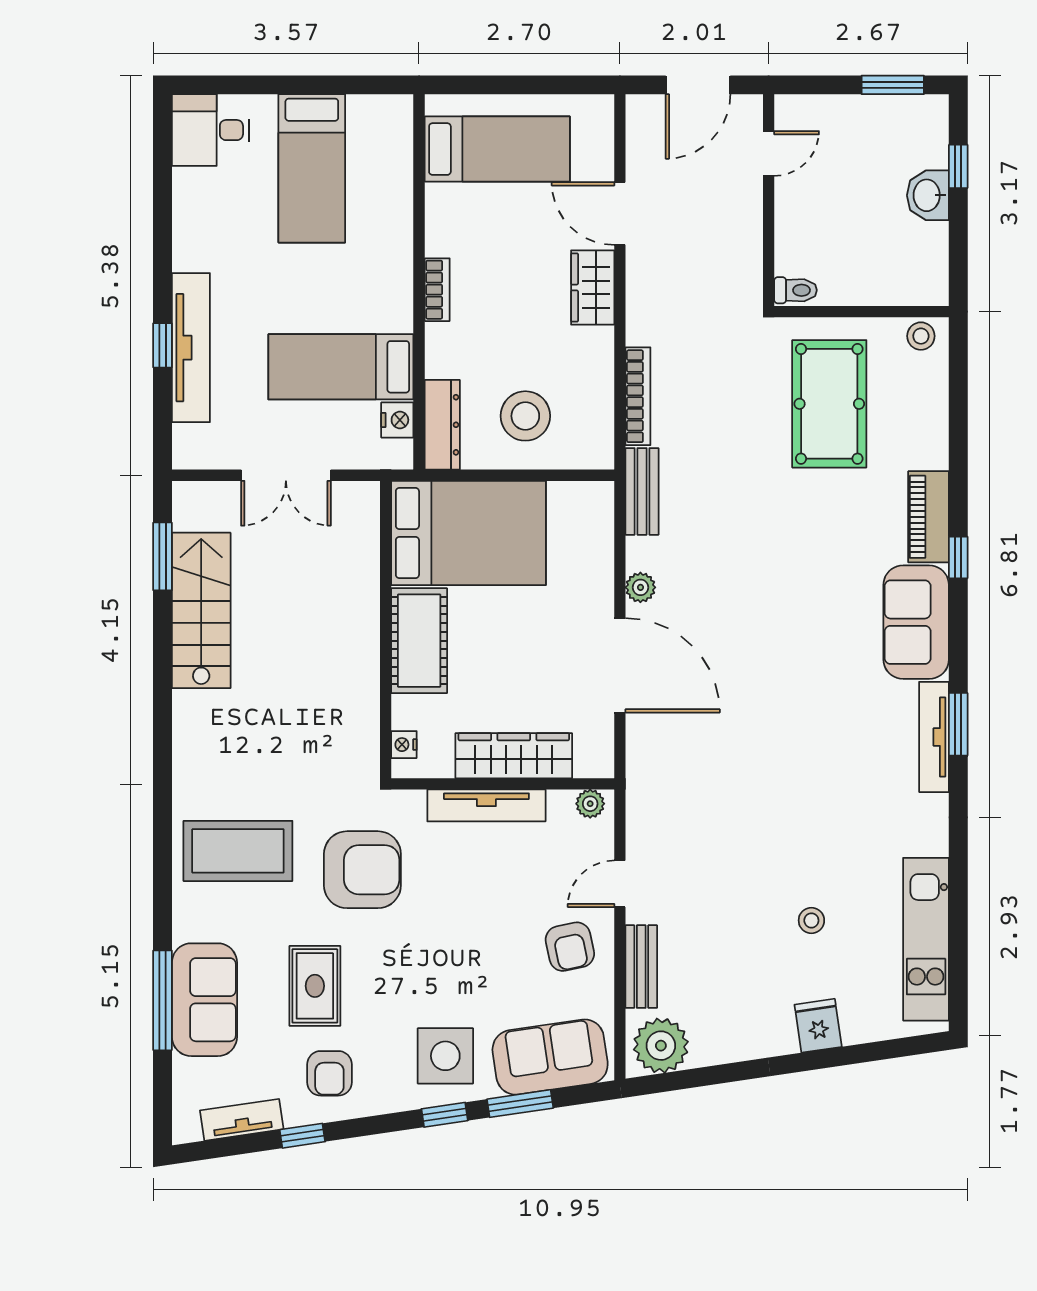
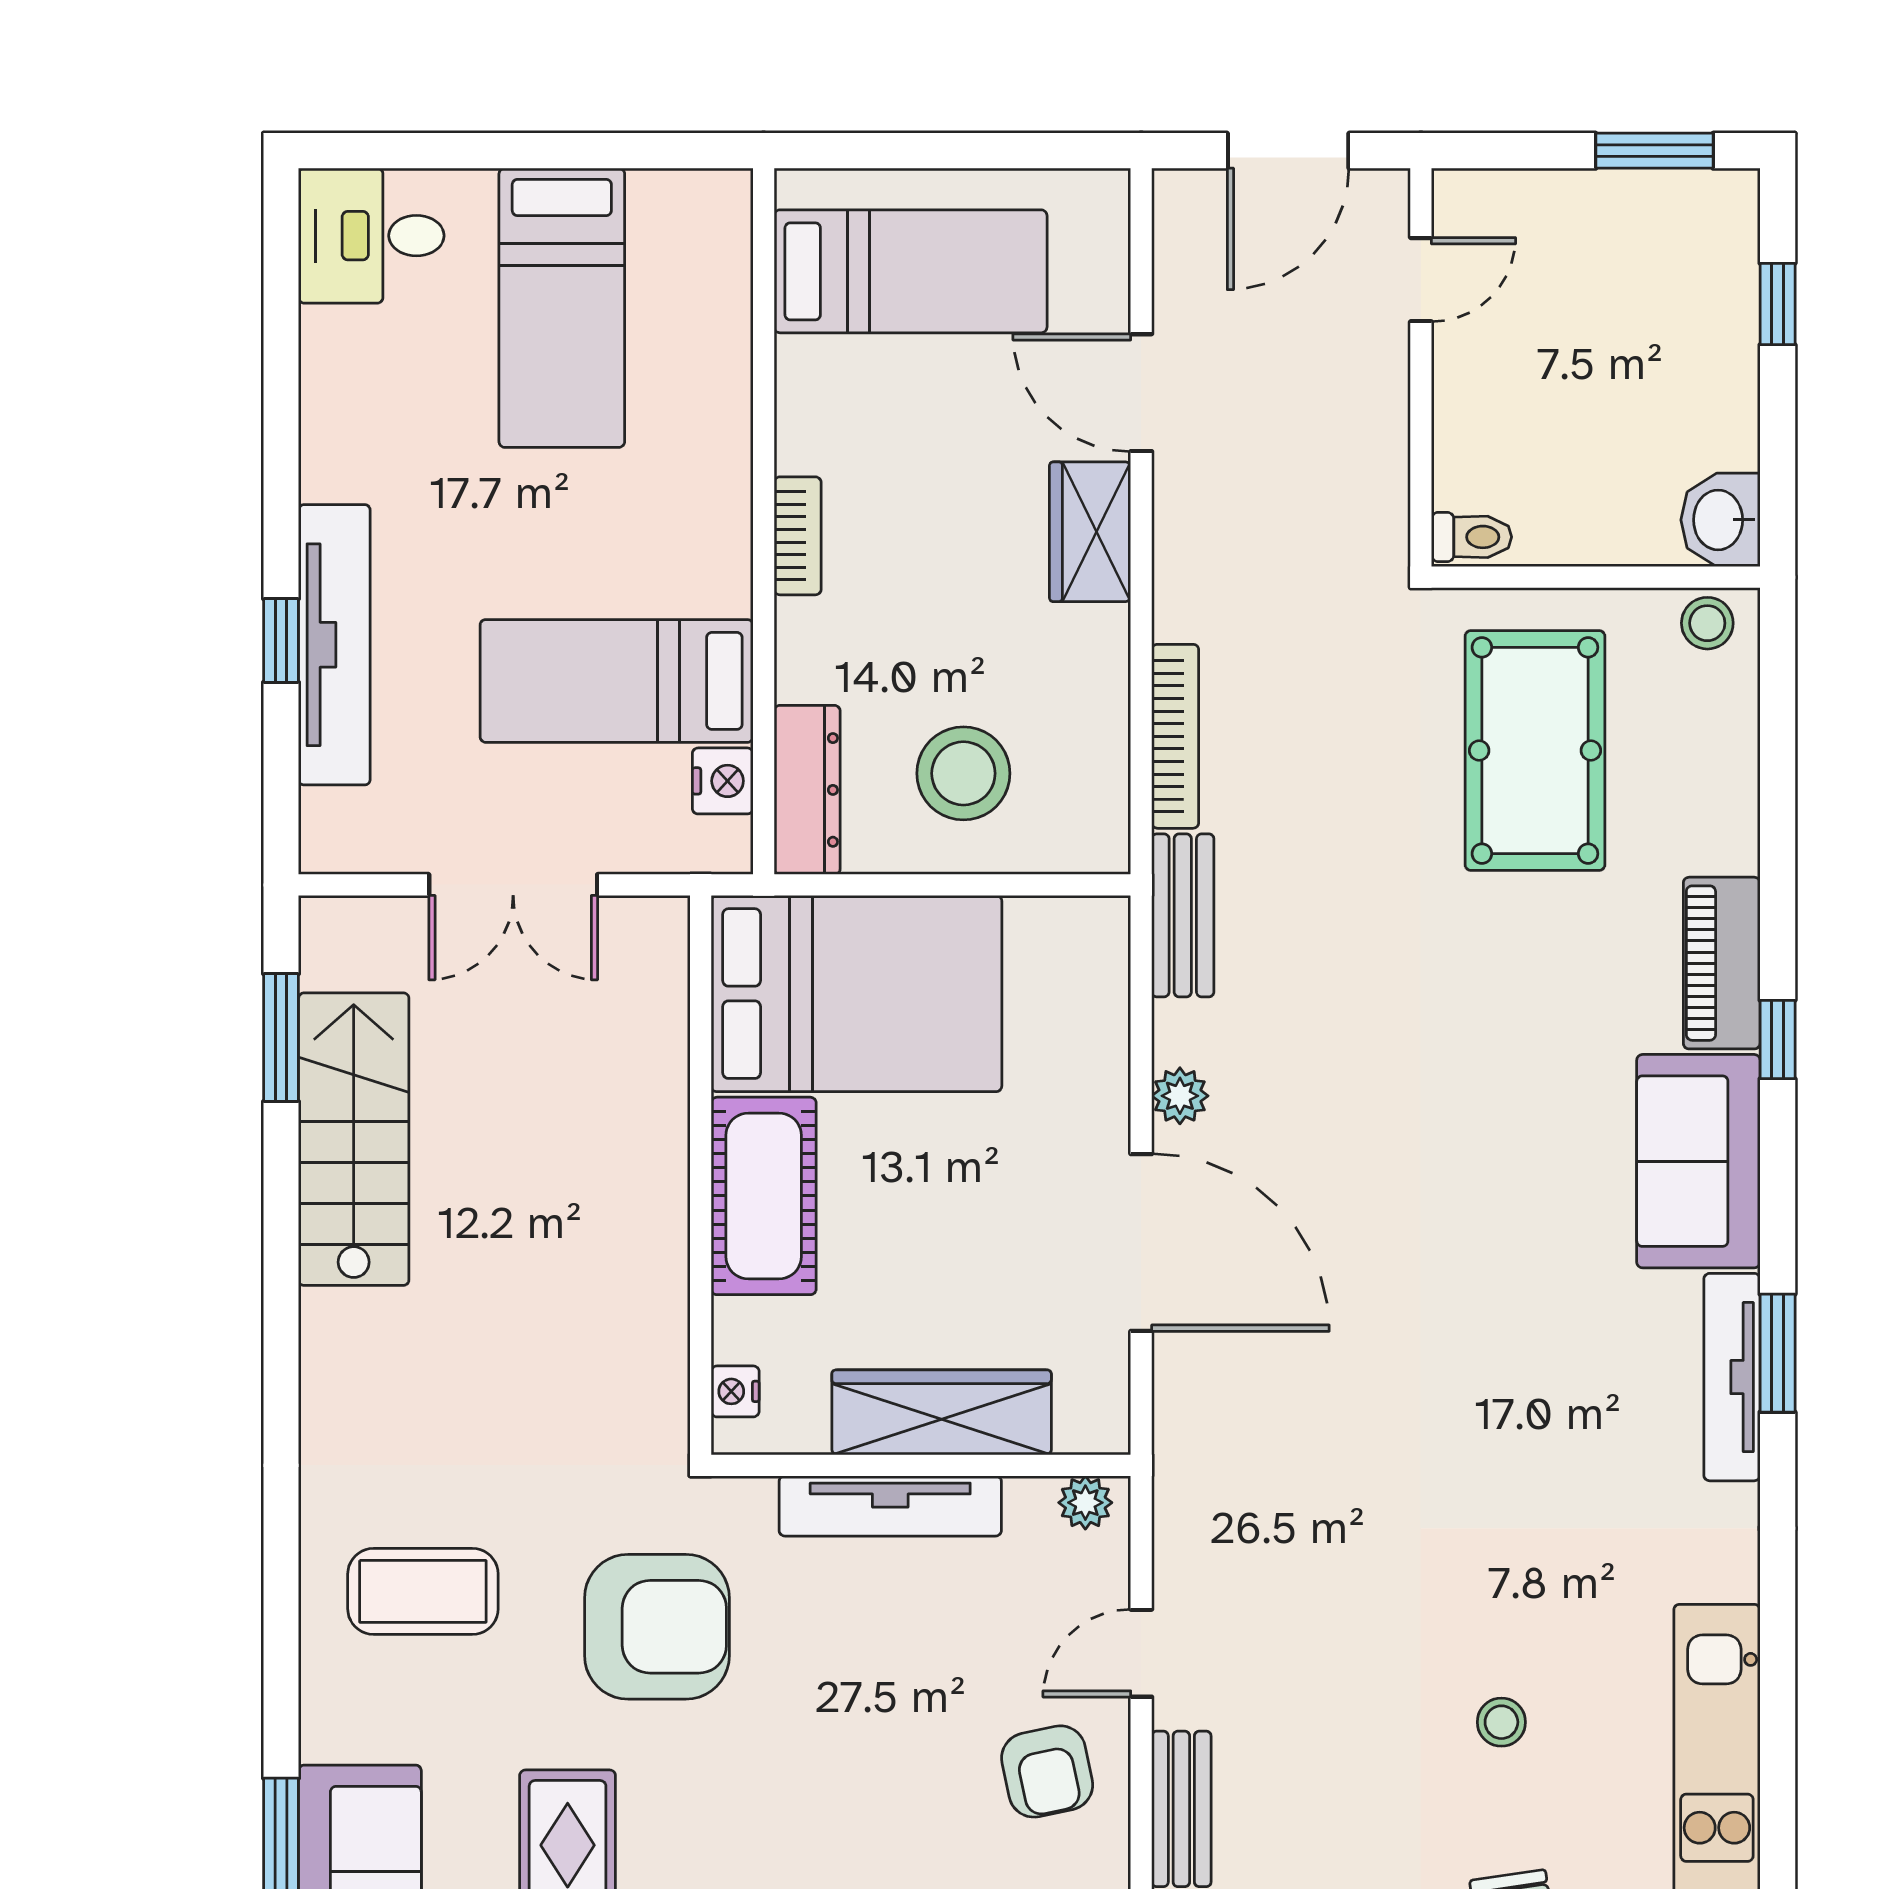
washbasin: (928, 195) -> (1720, 520), moved
coffee table: (238, 851) -> (423, 1591), width x0.73, depth x0.76

